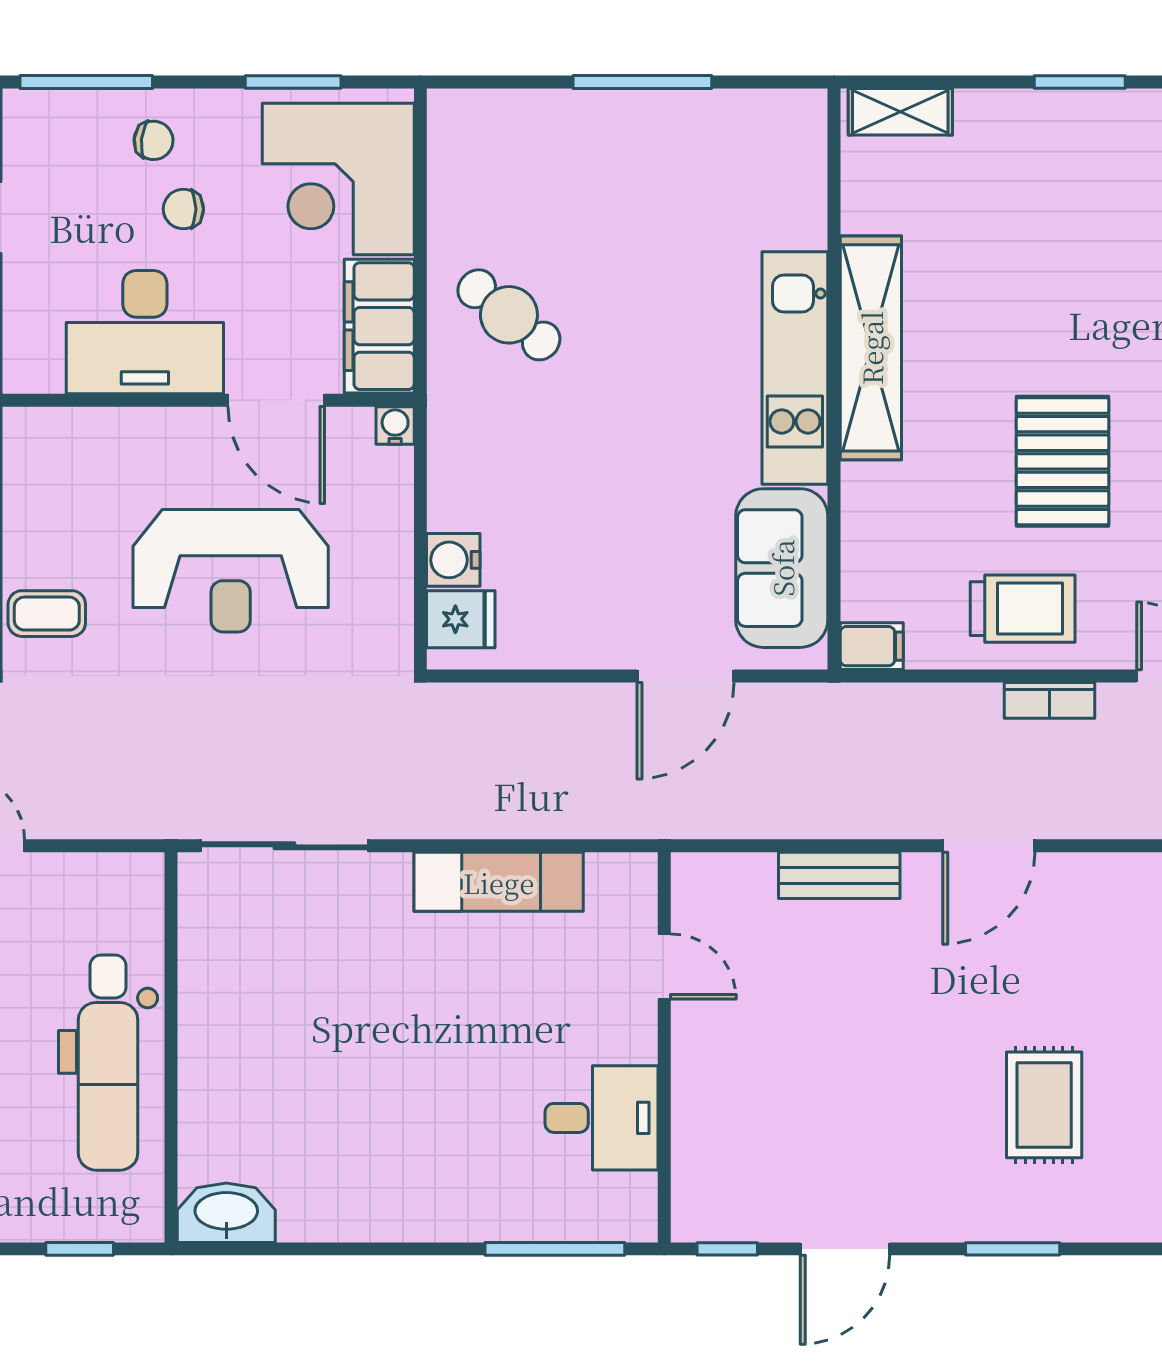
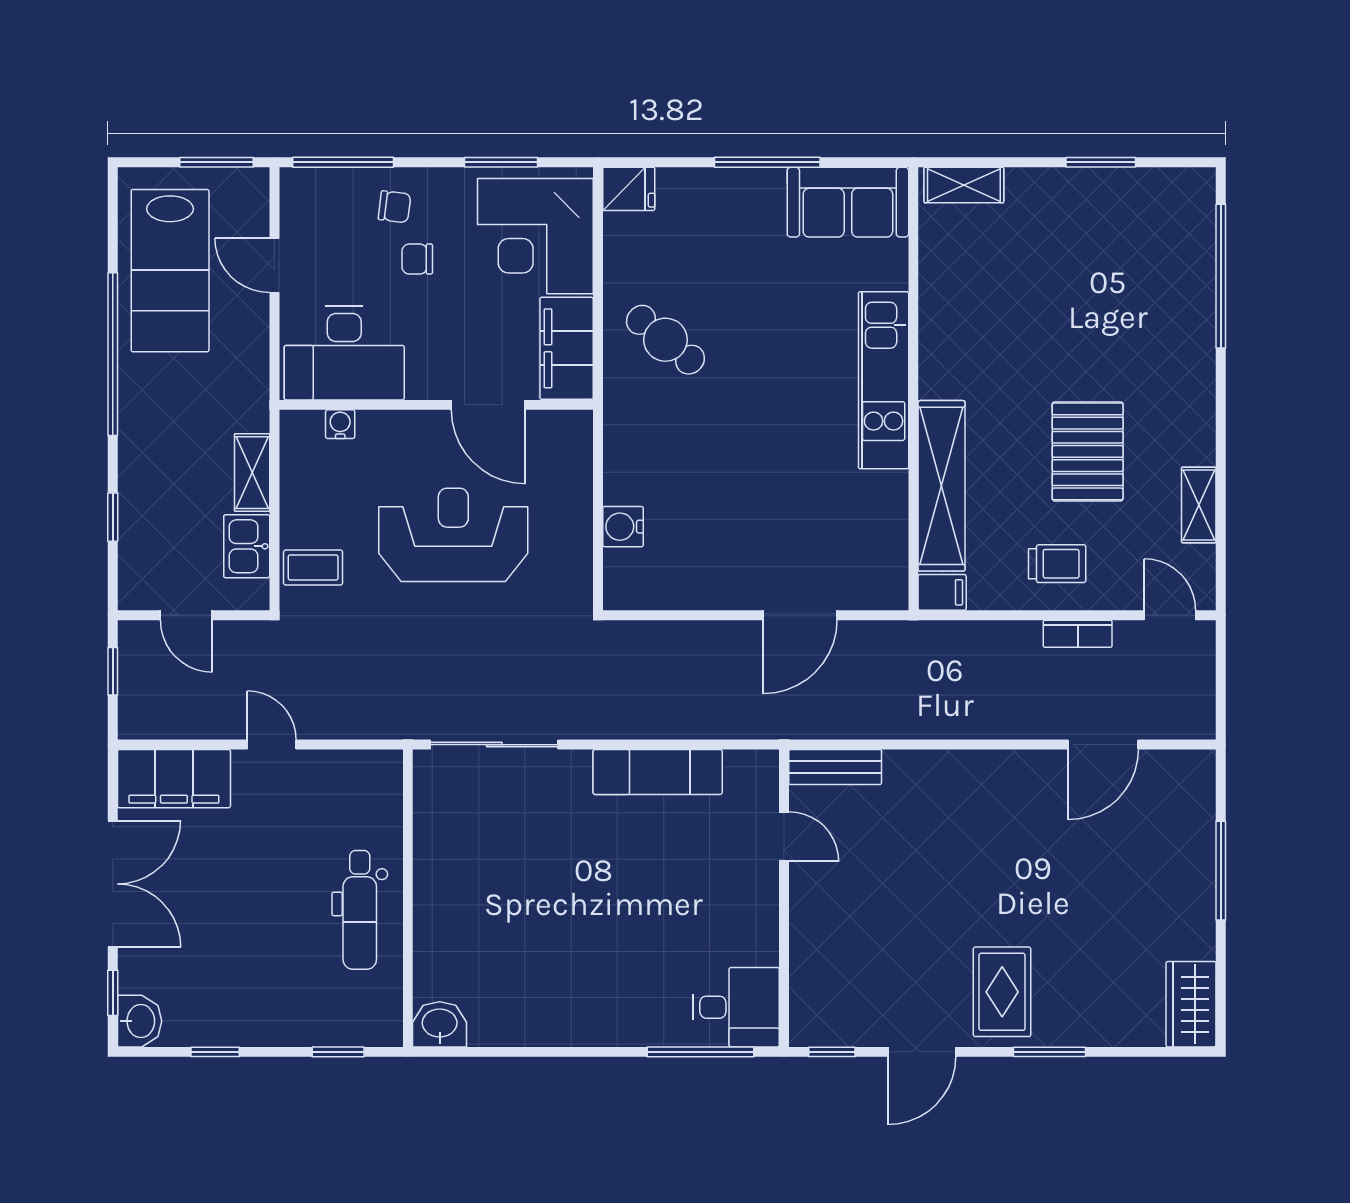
desk: (145, 332) -> (344, 353), moved
shelving: (871, 348) -> (941, 486), moved
water cooler: (395, 426) -> (340, 424), moved
sofa: (782, 568) -> (848, 202), moved, turned -90
reception desk: (231, 571) -> (453, 535), turned 180
trolley: (1023, 609) -> (1057, 564), width x0.73, depth x0.72
fridge: (461, 619) -> (629, 189), moved
door: (989, 846) -> (1103, 745), moved
bench: (839, 875) -> (835, 767), moved
dental chair: (108, 1063) -> (360, 910), width x0.73, depth x0.72
rug: (1044, 1105) -> (1002, 992), moved
desk: (602, 1118) -> (736, 1007), moved
washbasin: (226, 1213) -> (440, 1024), width x0.72

